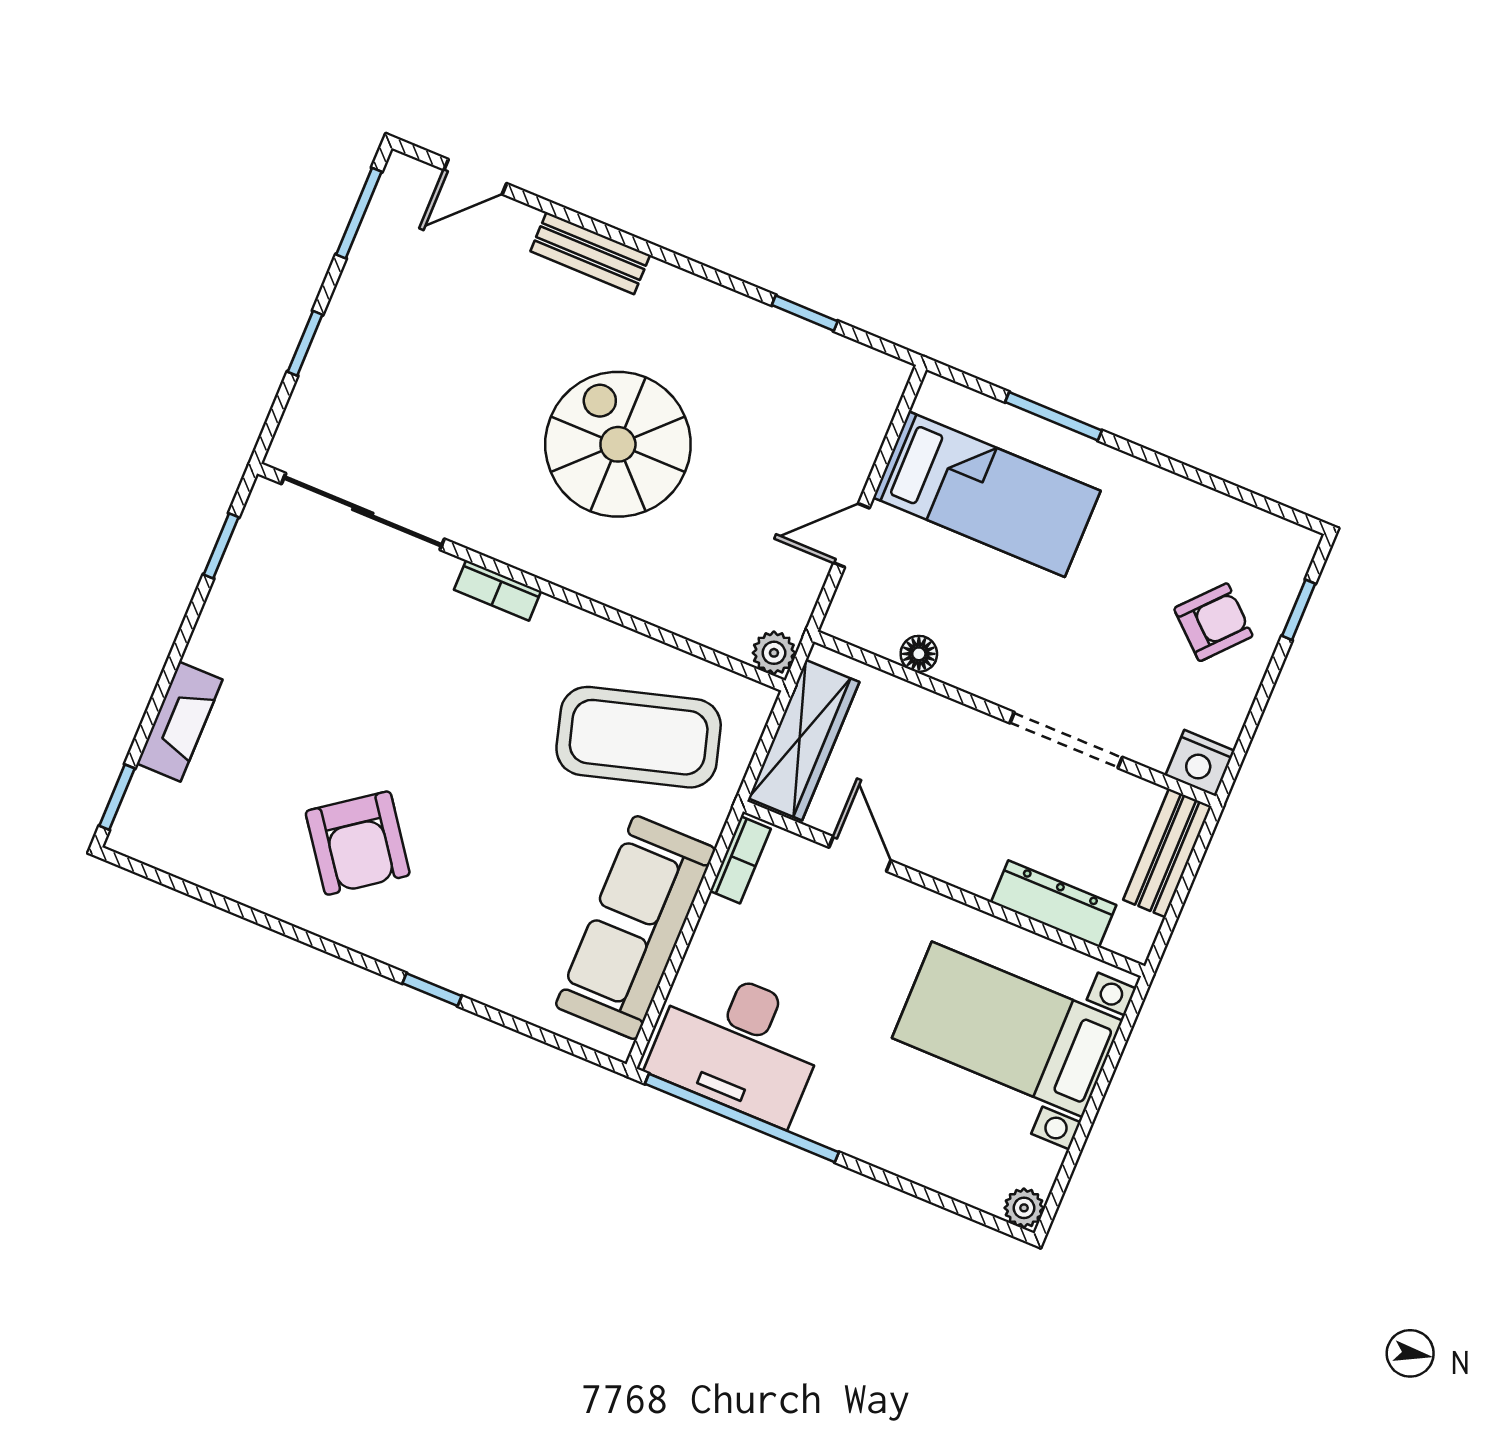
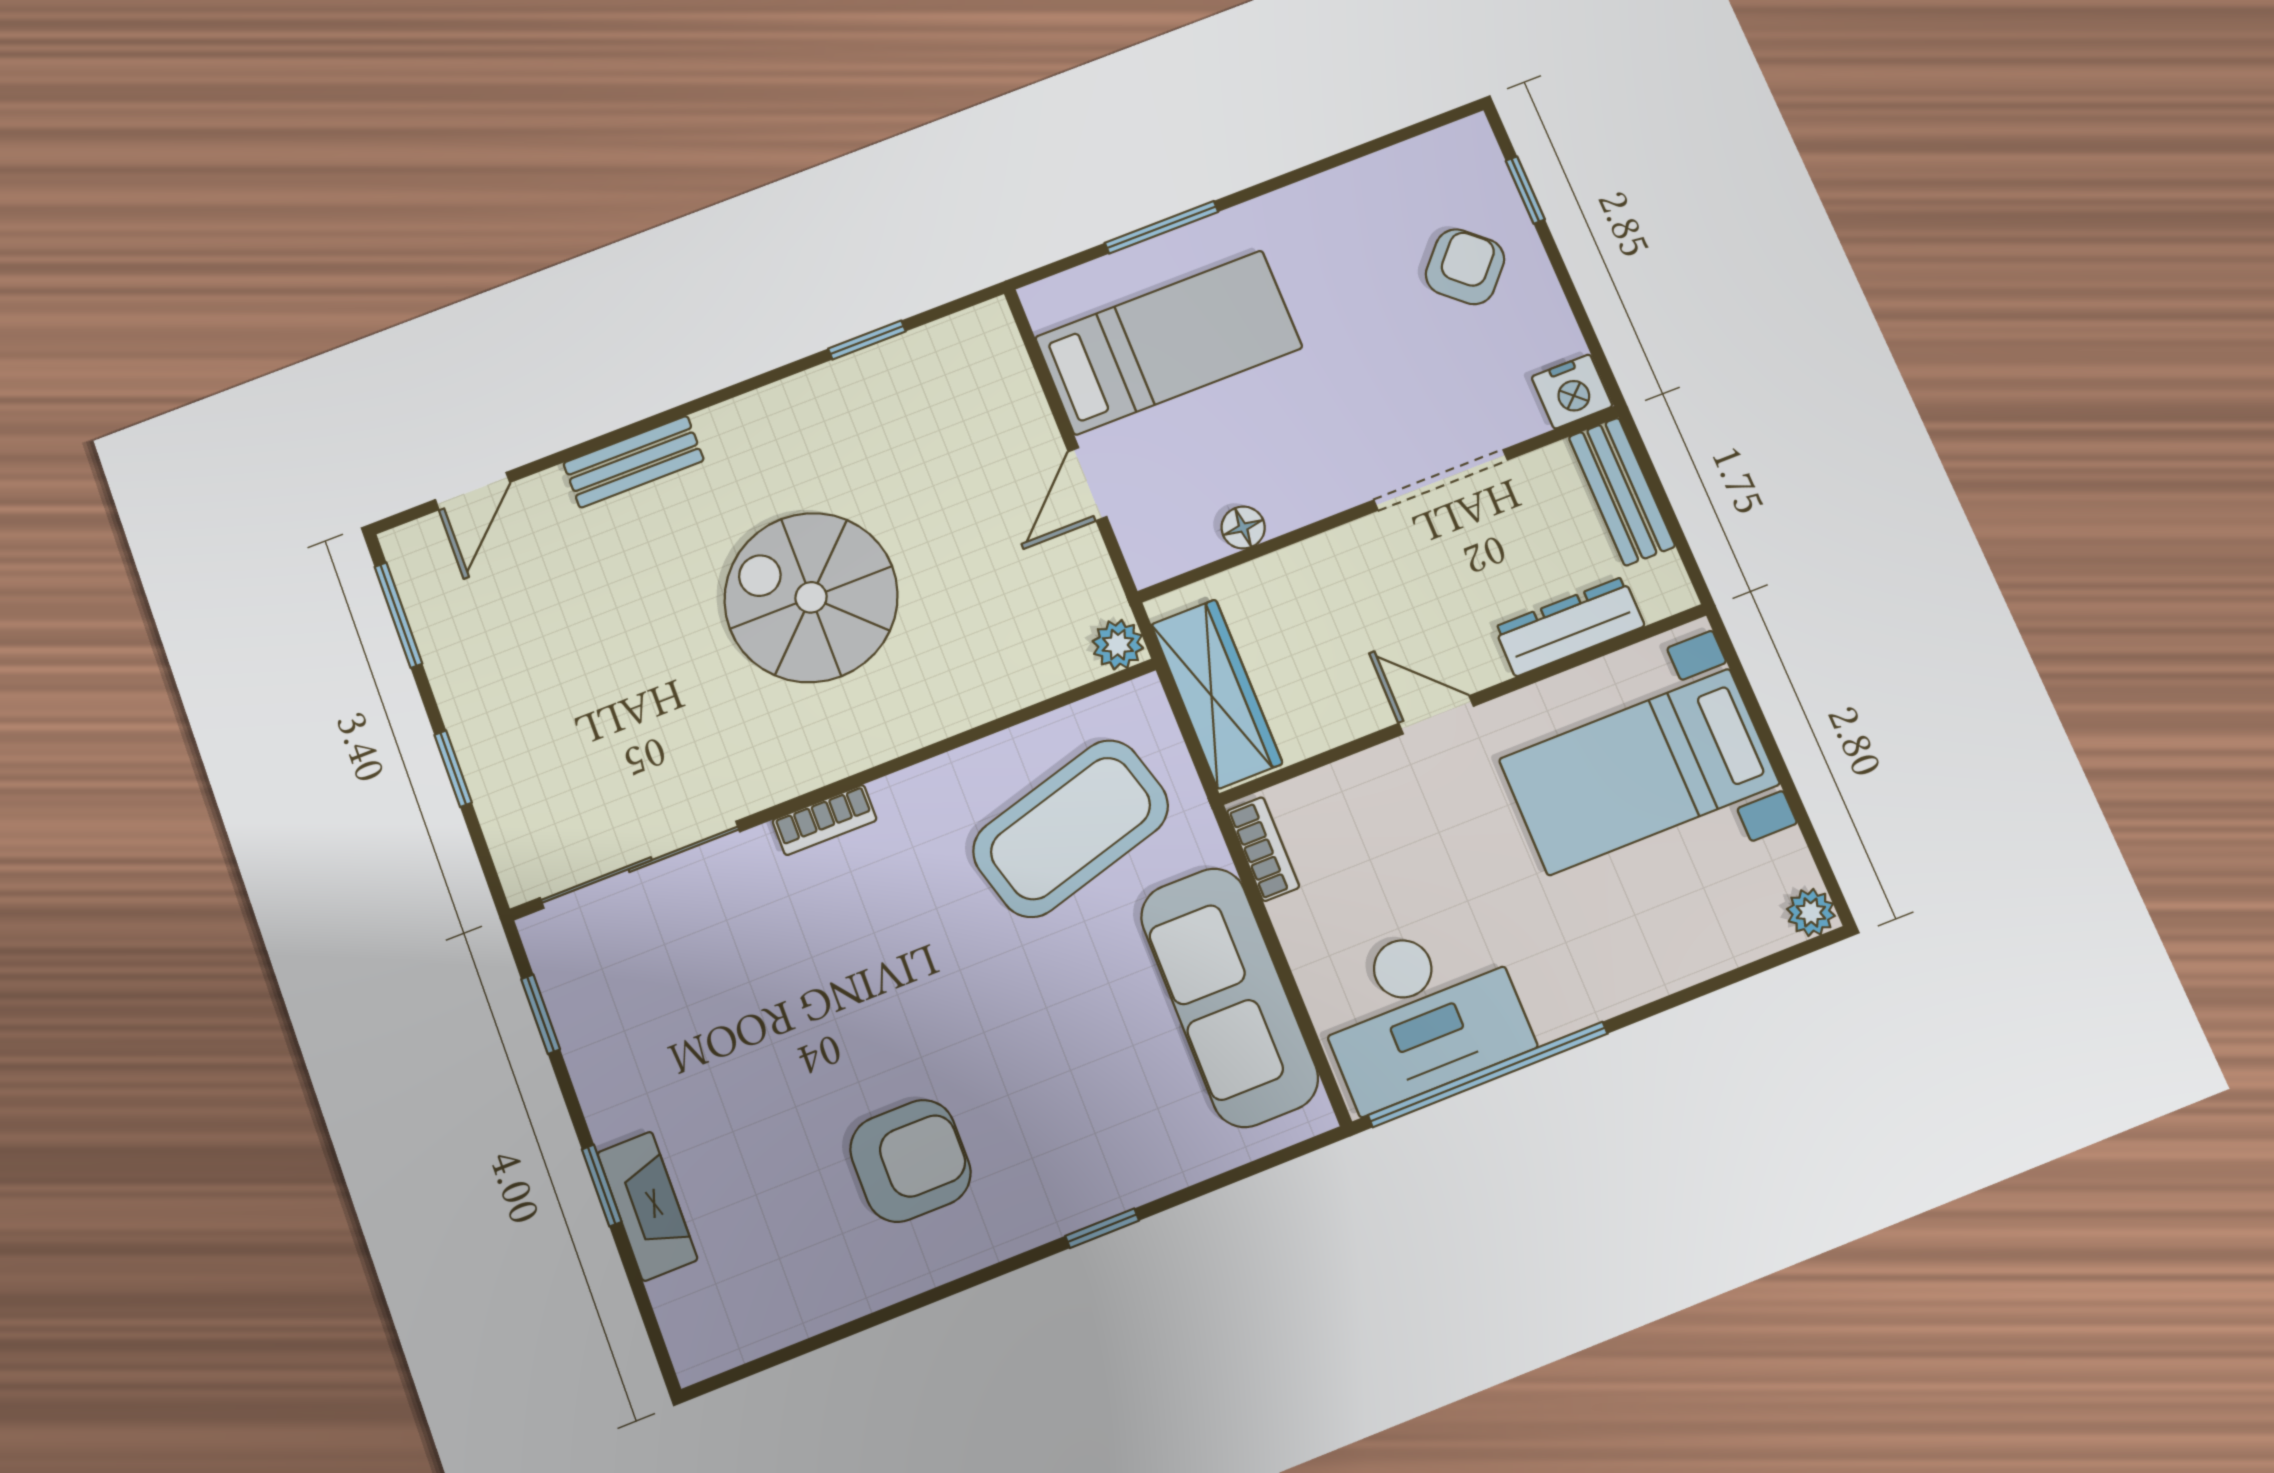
window: (117, 797) -> (602, 1185), moved
armchair: (358, 843) -> (910, 1161), turned -54
door: (860, 854) -> (1436, 715), moved

